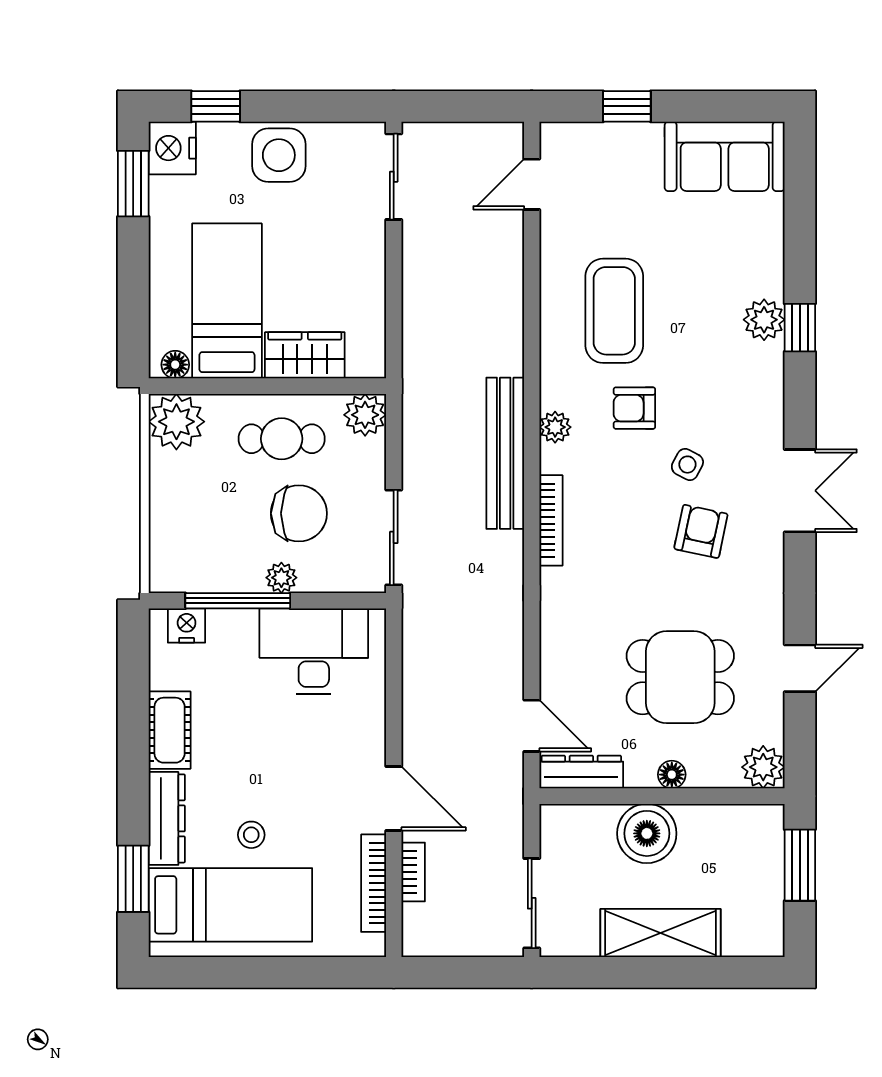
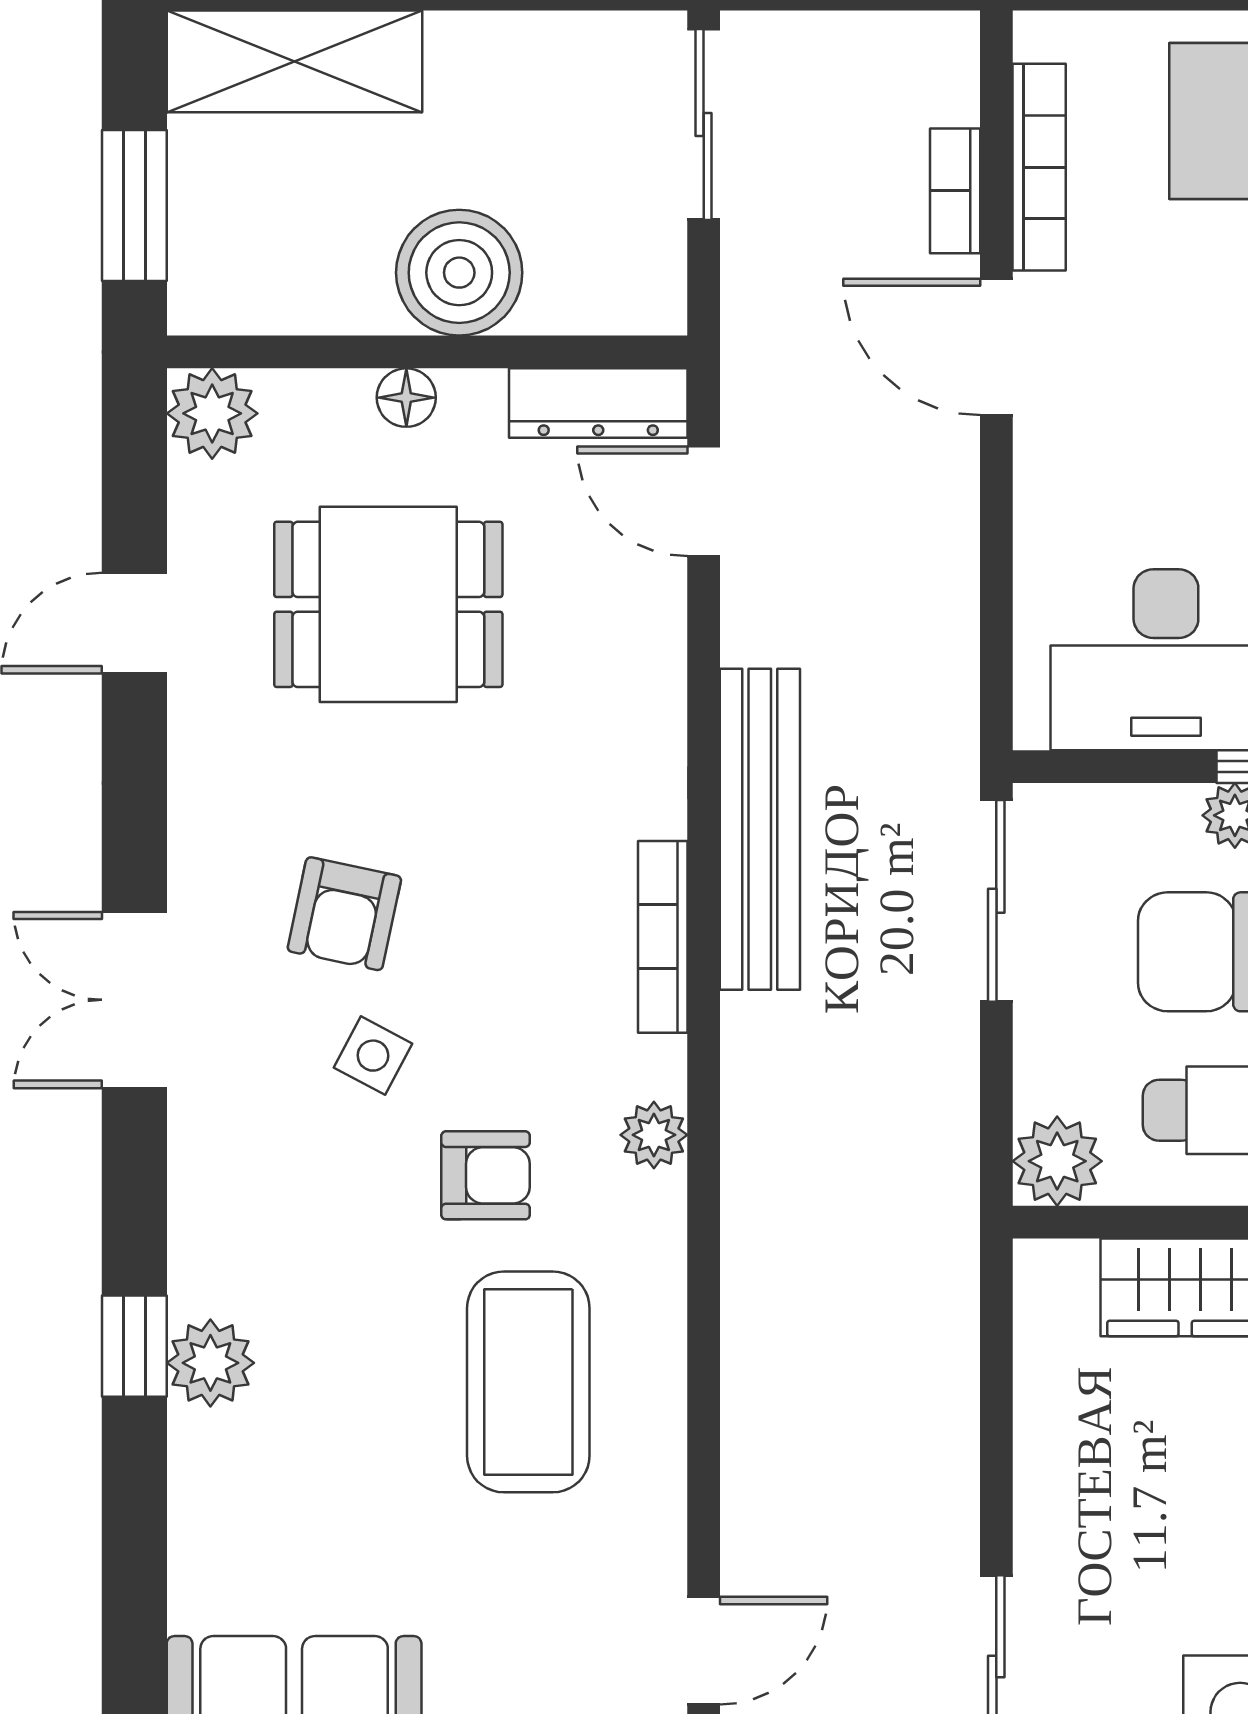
bench: (505, 453) -> (760, 829), moved
shelving: (660, 933) -> (295, 61), moved

